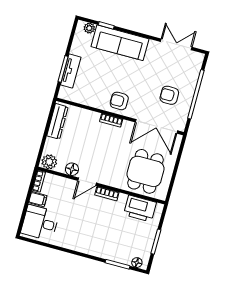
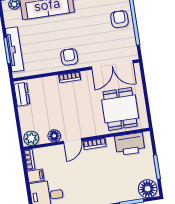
tv unit: (71, 71) -> (15, 49), width x1.41
armchair: (169, 95) -> (120, 19), moved, turned 90
armchair: (119, 101) -> (69, 57), turned 90
dresser: (57, 121) -> (22, 94), width x0.70
floor lamp: (137, 263) -> (148, 189), width x1.89, depth x1.89

